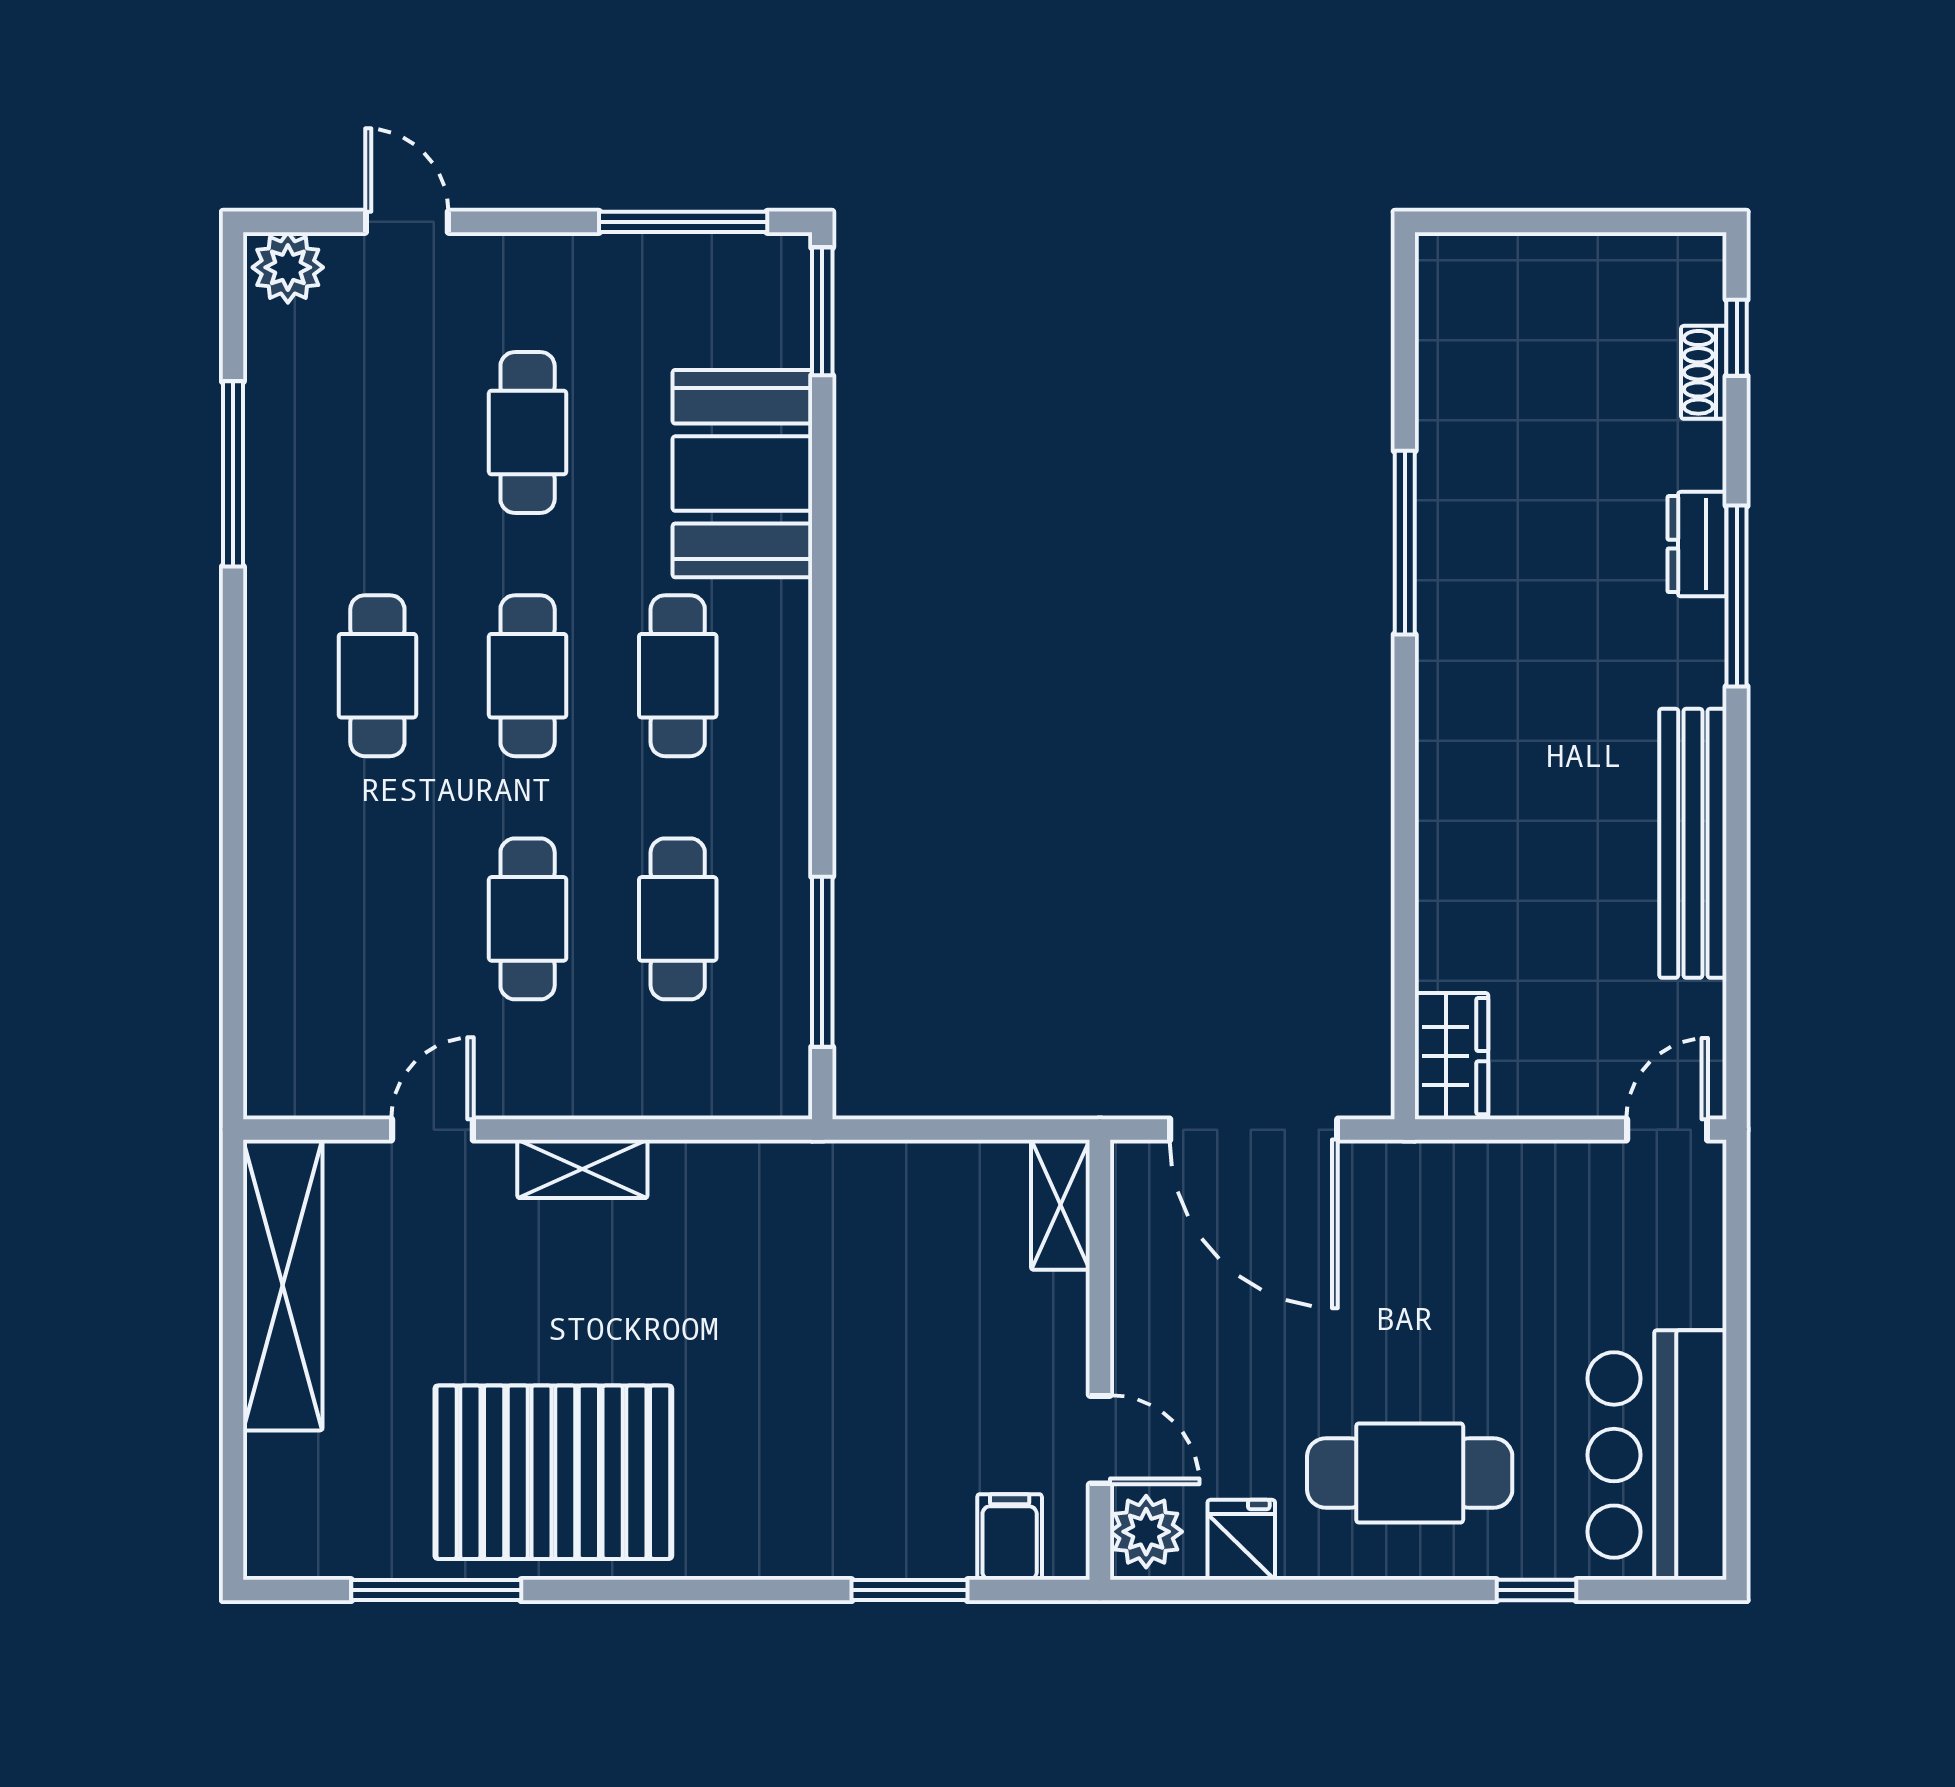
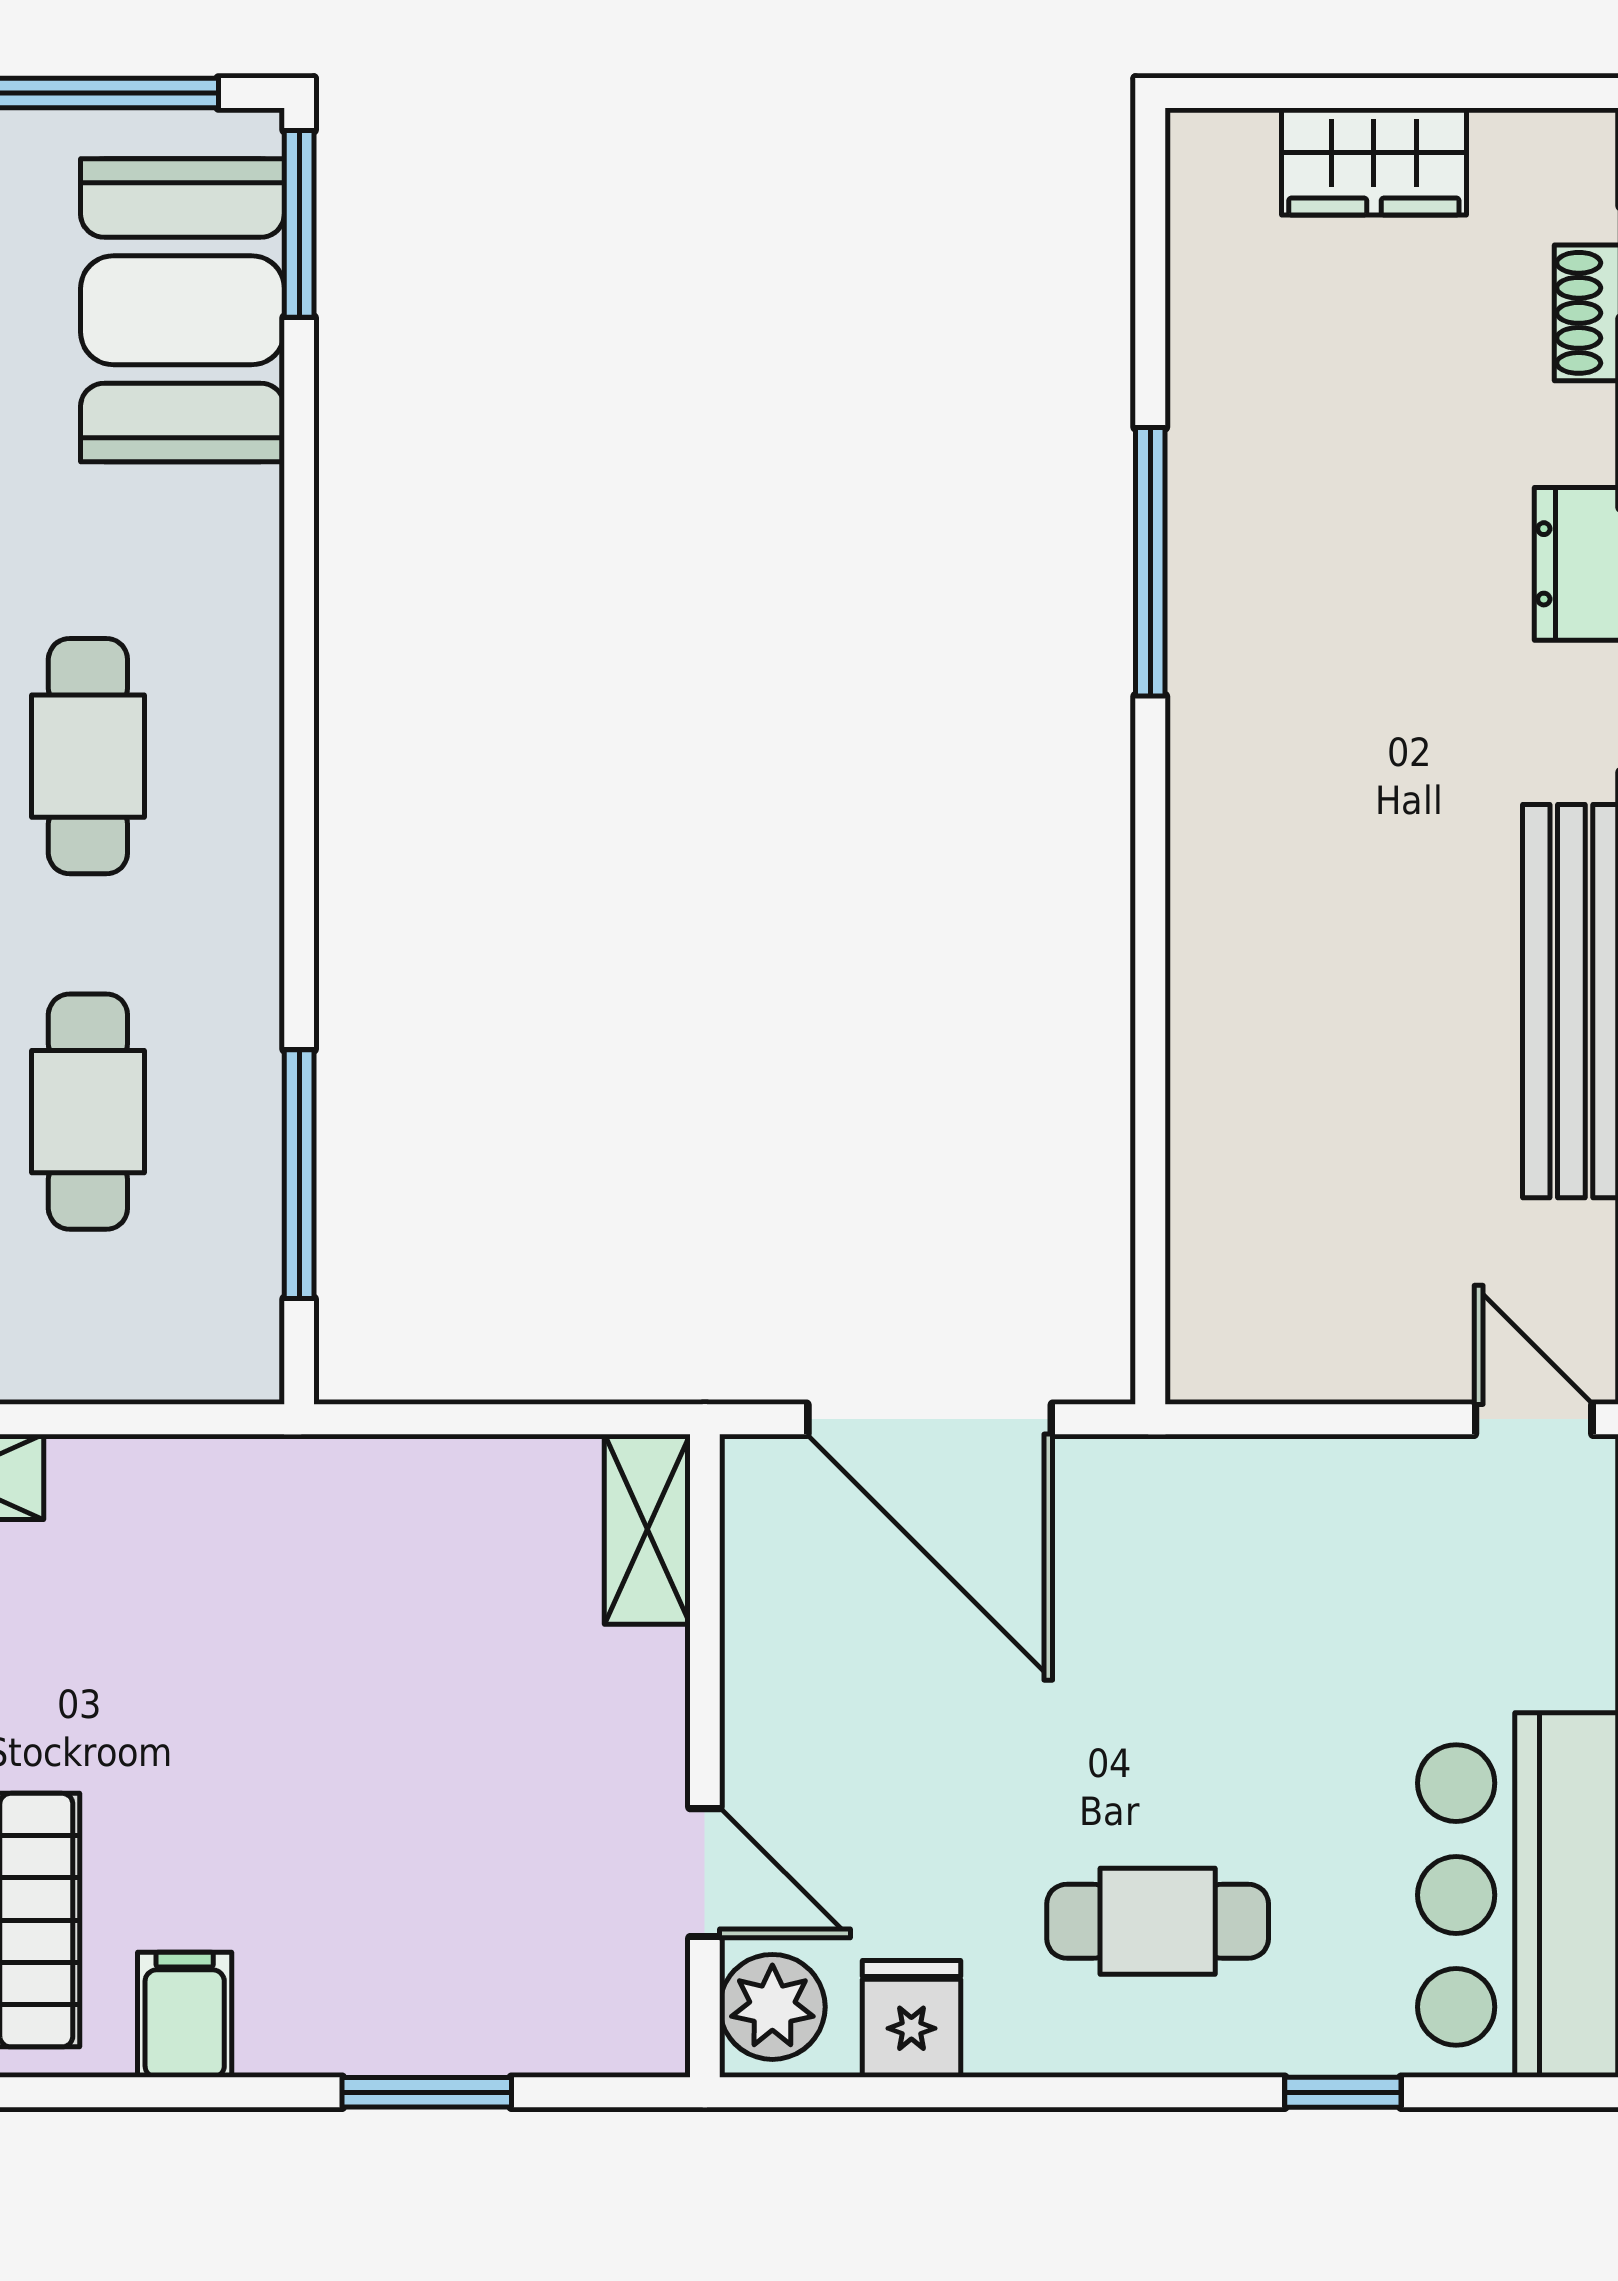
booth: (742, 474) -> (182, 310), moved
wardrobe: (1452, 1056) -> (1374, 162), moved, turned 90
door: (1667, 1130) -> (1534, 1419), hinge flipped
cafe table: (1410, 1473) -> (1158, 1921), width x0.73, depth x0.74
filing cabinet: (1010, 1537) -> (185, 2015), moved

